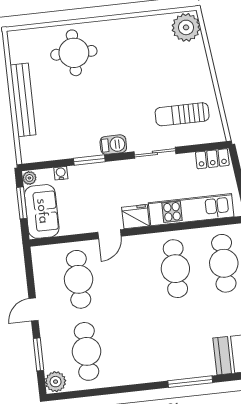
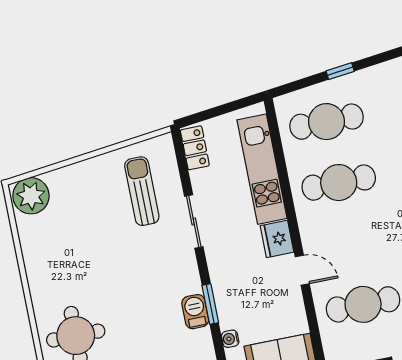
sun lounger: (182, 114) -> (142, 191), turned 180
barbecue: (113, 145) -> (195, 312), moved

